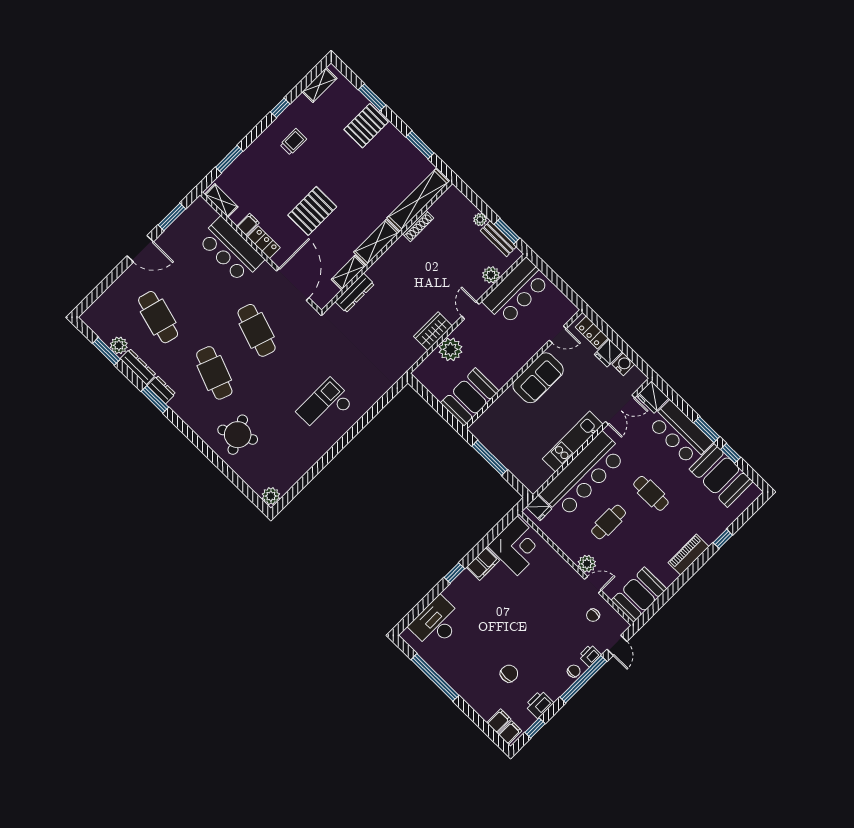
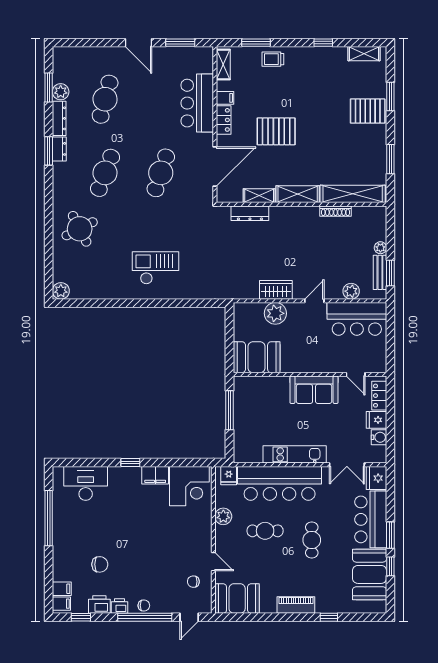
trolley: (293, 142) -> (273, 59), moved, turned 180
plant: (587, 564) -> (223, 516), moved
printer: (590, 656) -> (119, 606), moved

